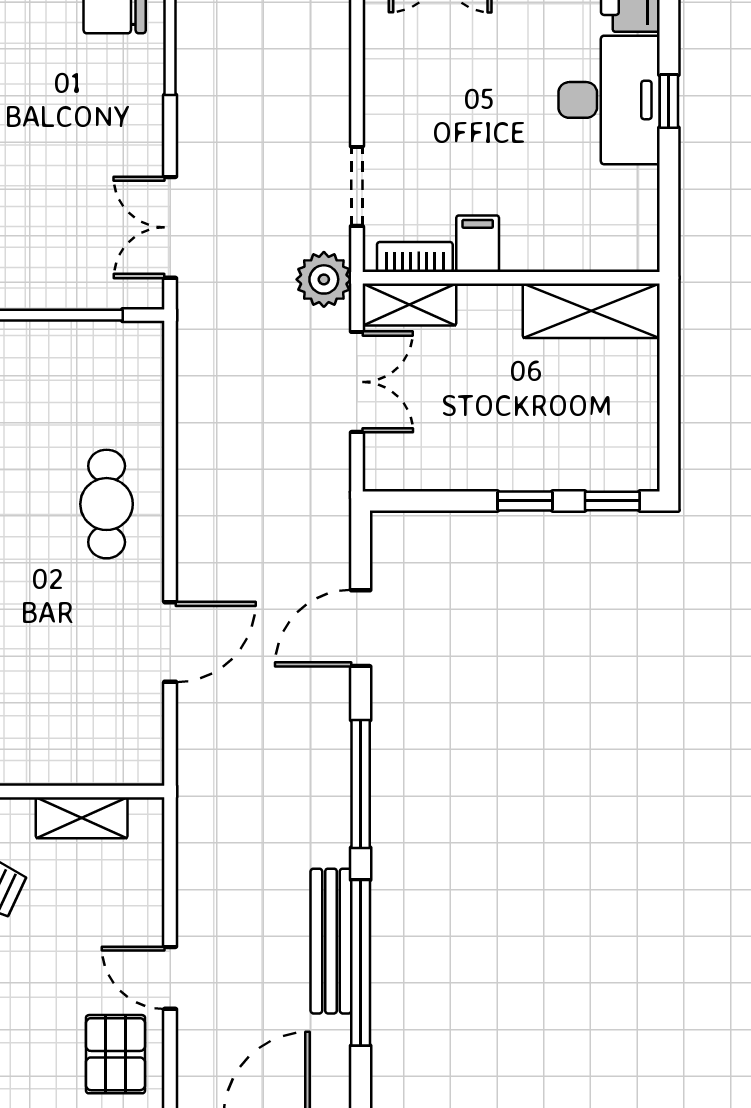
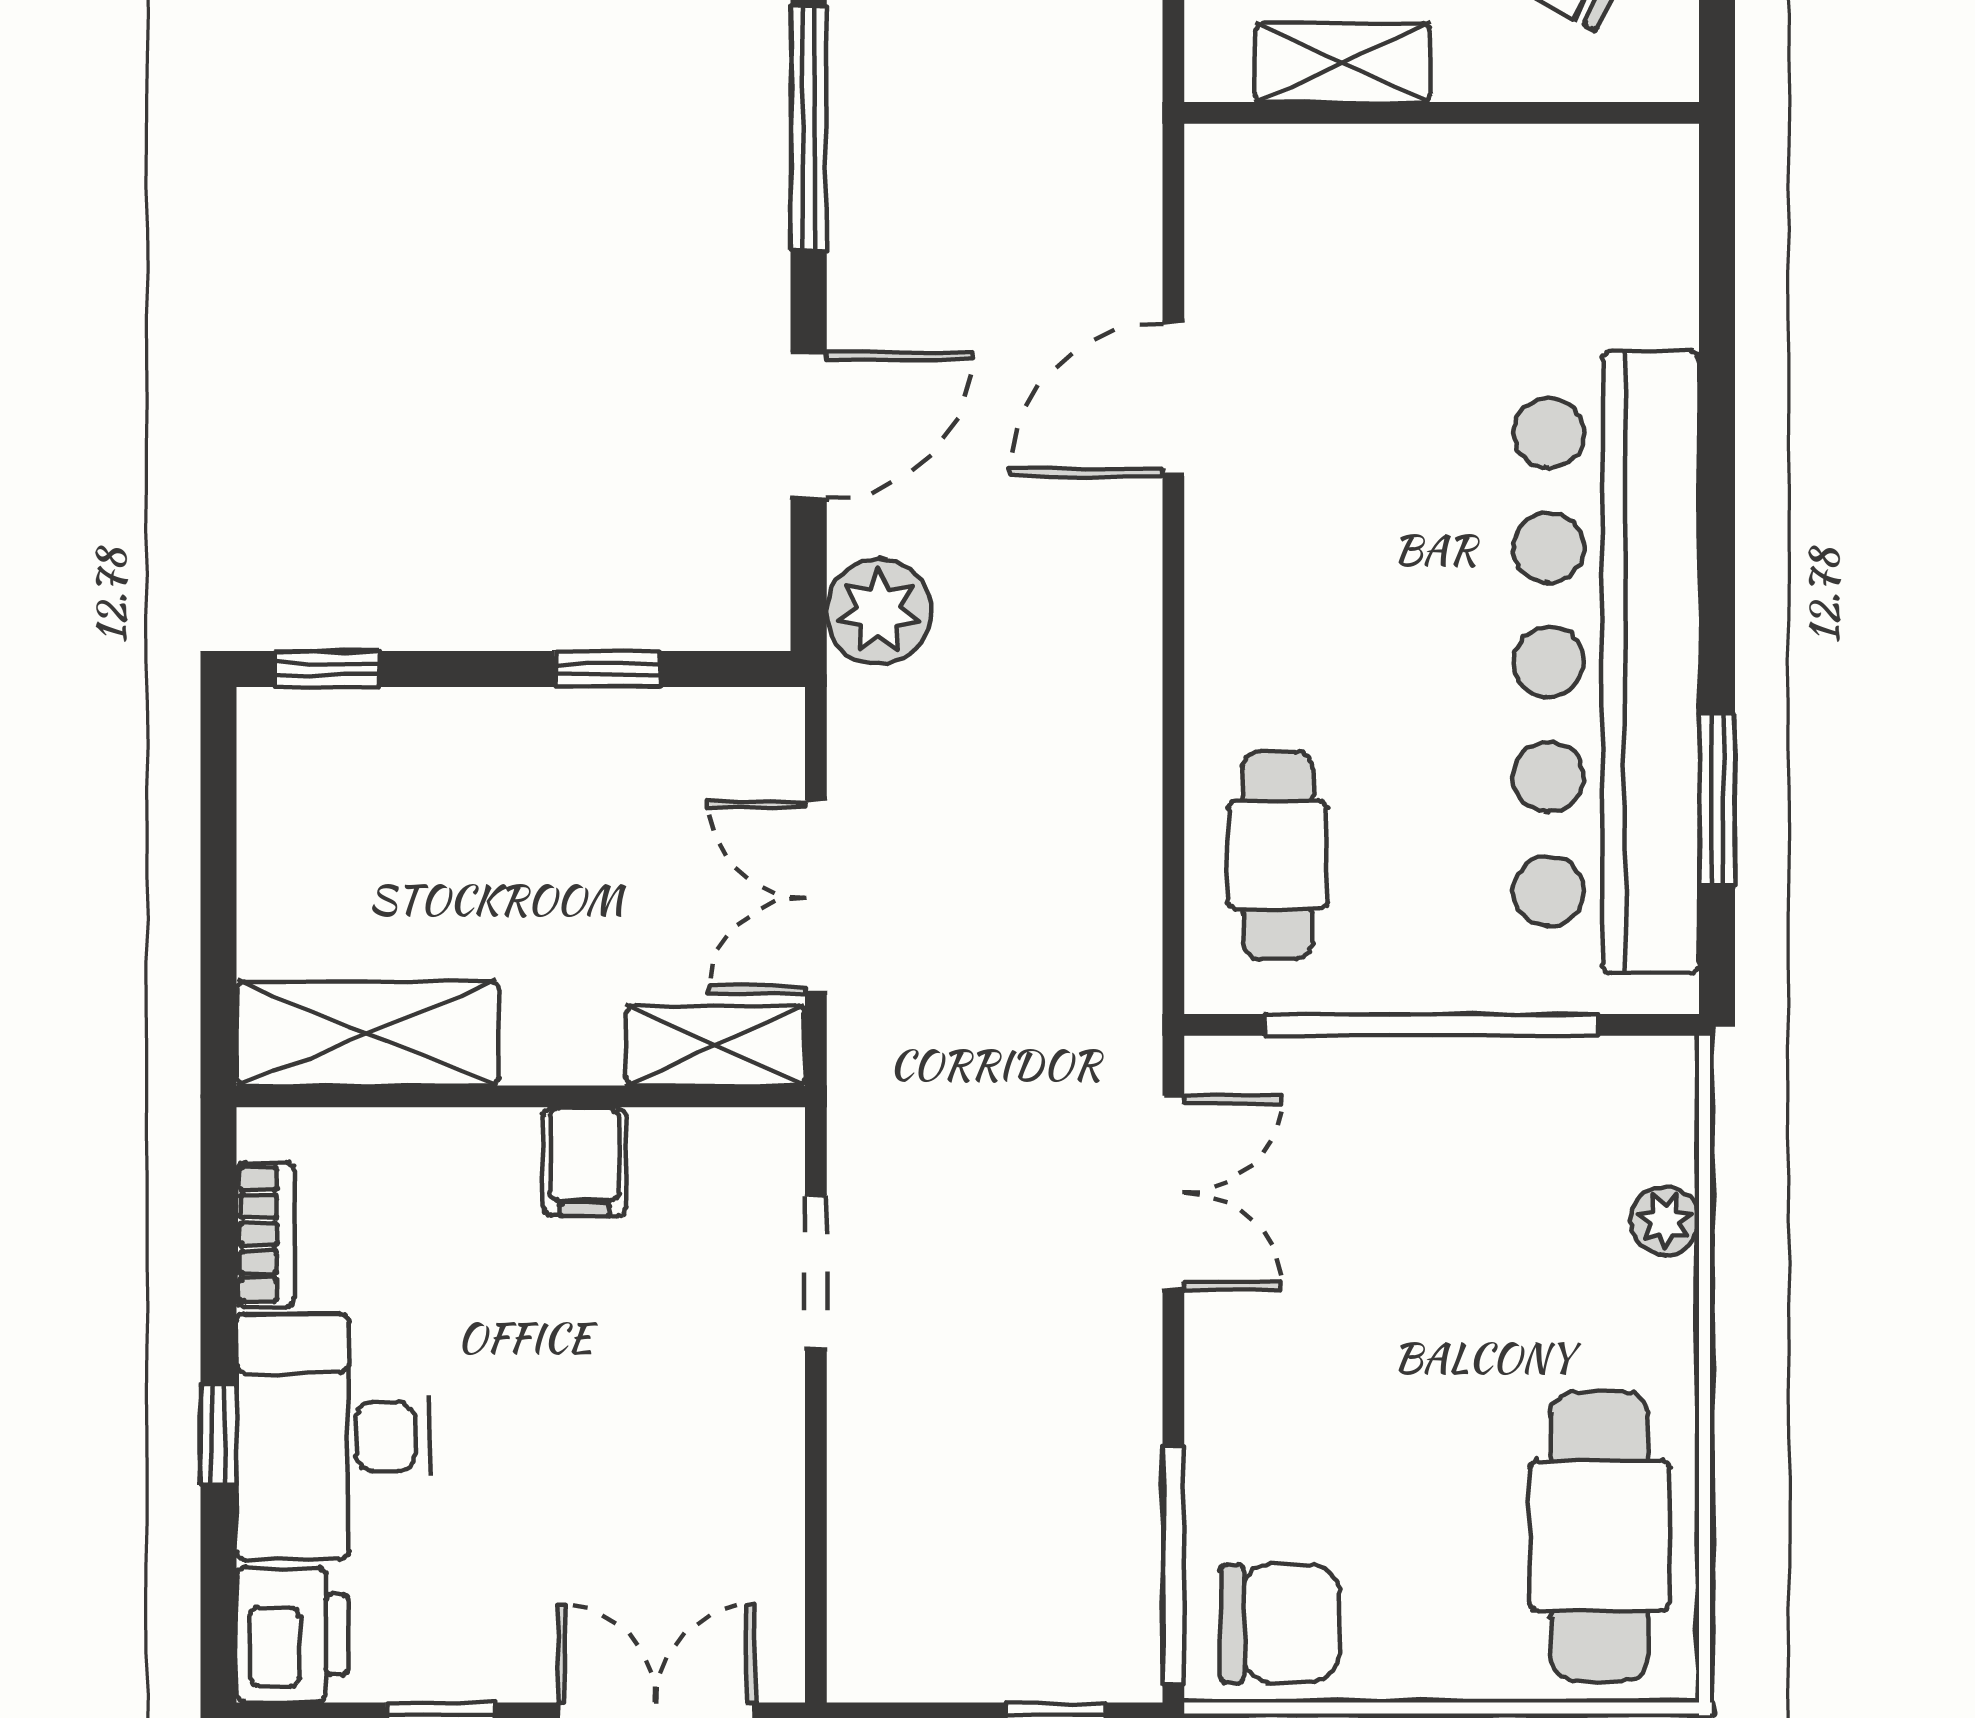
bookcase: (415, 257) -> (265, 1234), moved, turned -90
plant: (324, 279) -> (879, 612), moved
window: (525, 501) -> (607, 669), moved
cafe table: (107, 504) -> (1278, 855), moved

